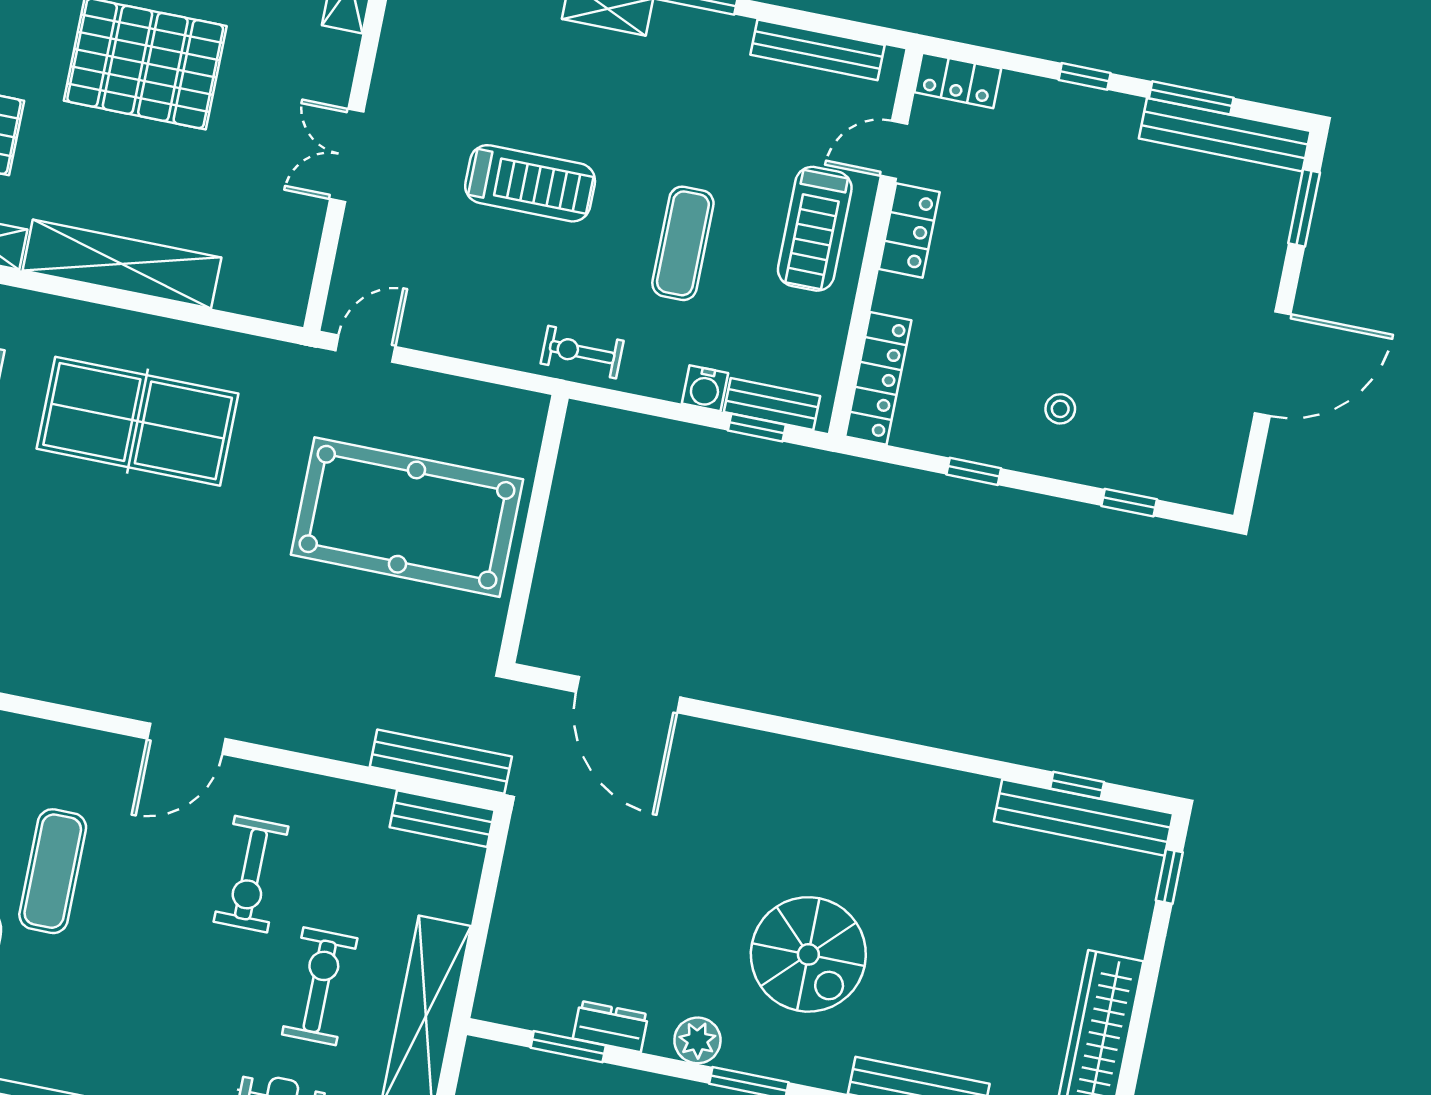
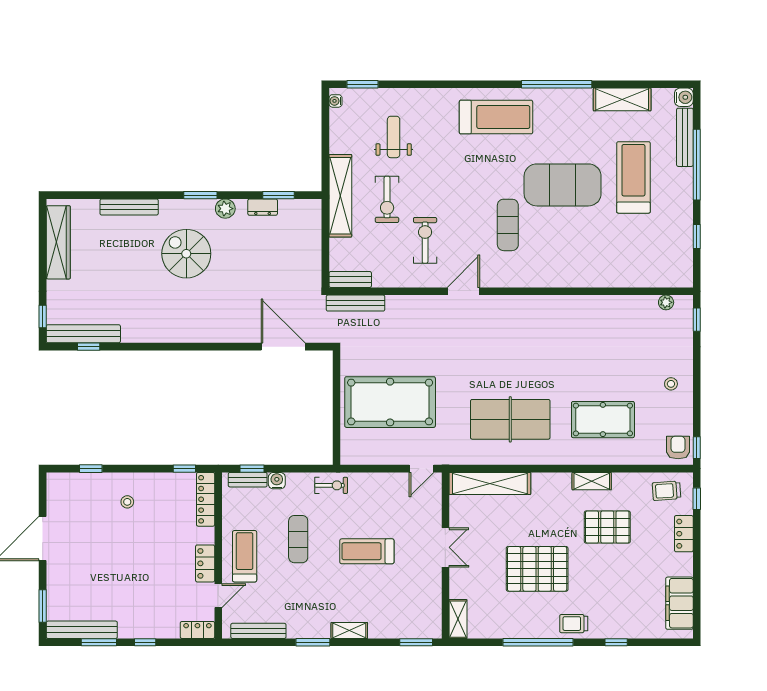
shelving: (122, 264) -> (490, 483), moved
window: (974, 471) -> (184, 469), moved

